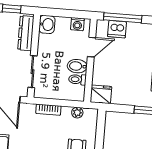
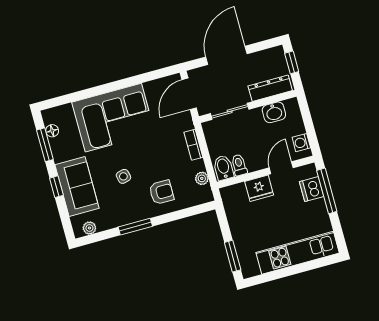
washbasin: (47, 24) -> (274, 112), moved
door: (92, 47) -> (281, 168), swing flipped
bidet: (77, 66) -> (223, 168), moved
fridge: (101, 94) -> (259, 188), moved, turned 90

